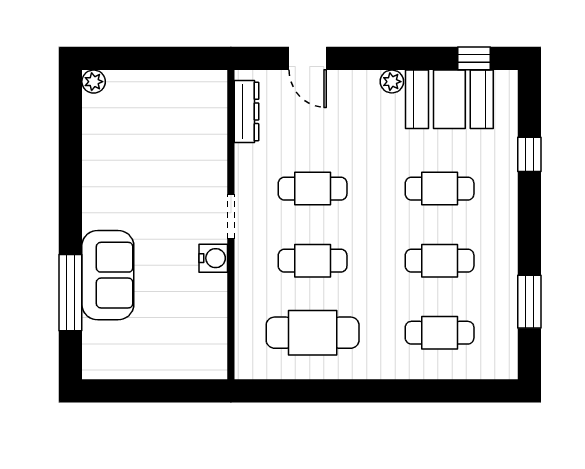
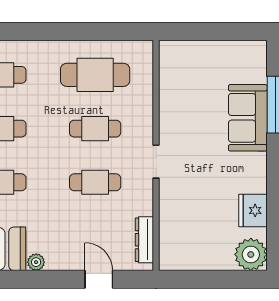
plant: (94, 82) -> (251, 254), width x1.88, depth x1.88
fridge: (101, 151) -> (253, 210), added
water cooler: (213, 258) -> (169, 130), removed

